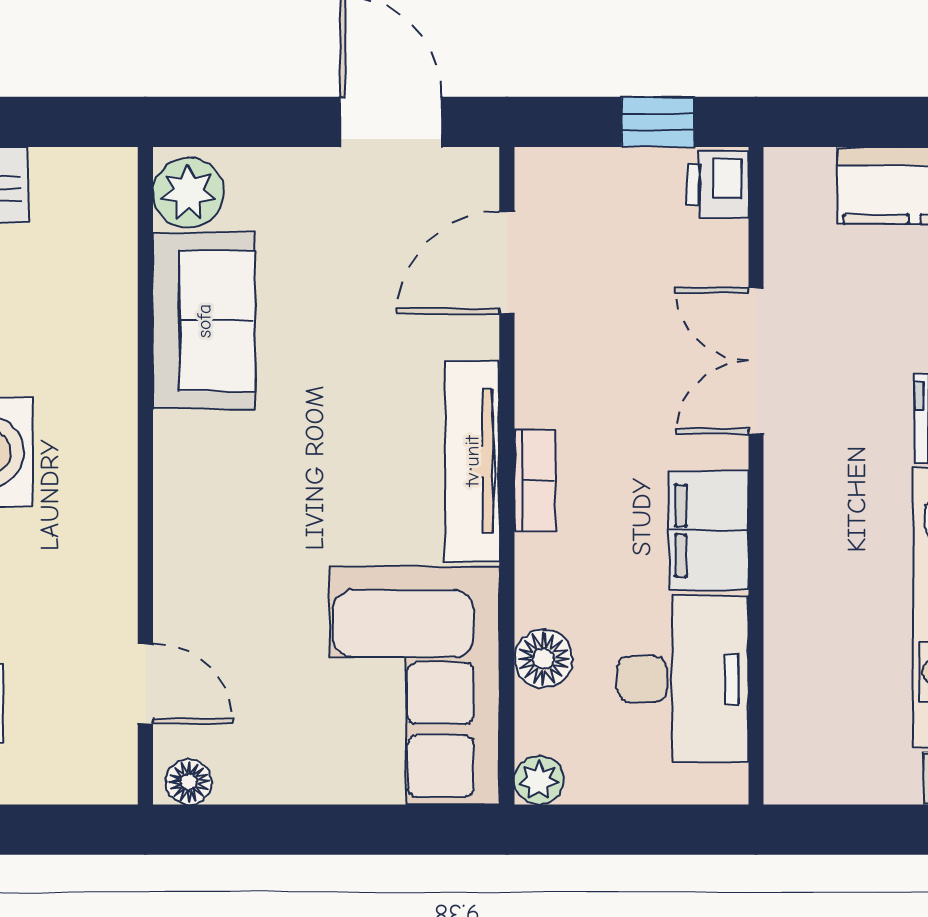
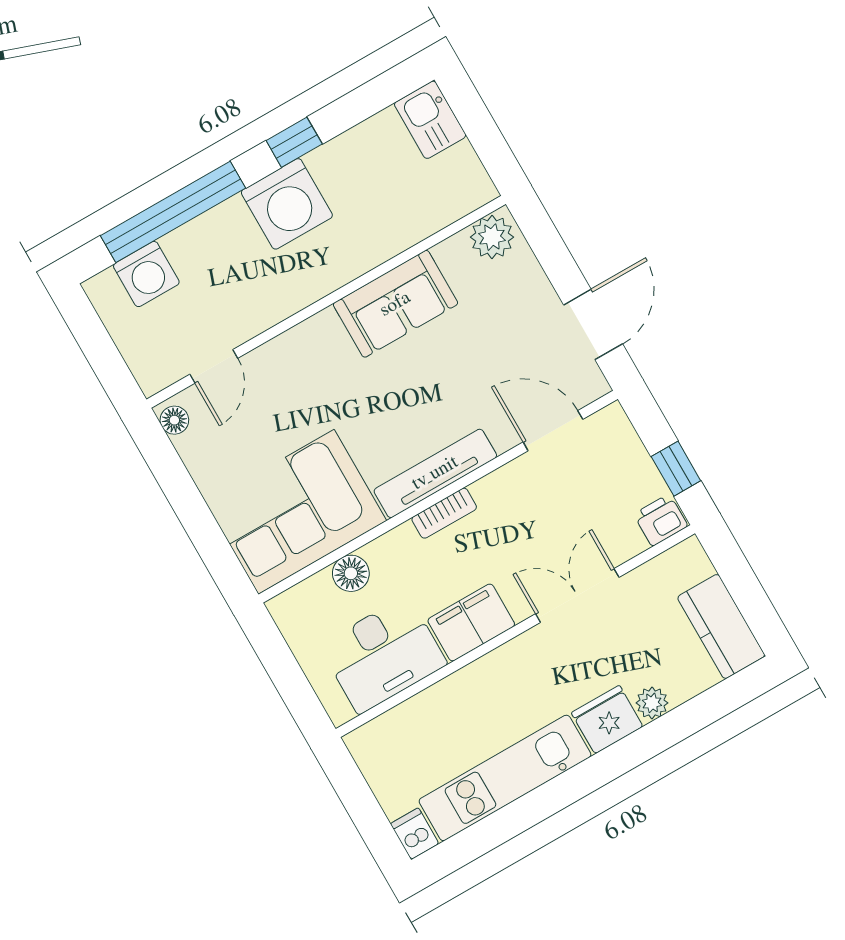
sofa: (204, 321) -> (395, 304), moved
plant: (539, 780) -> (284, 608), removed

